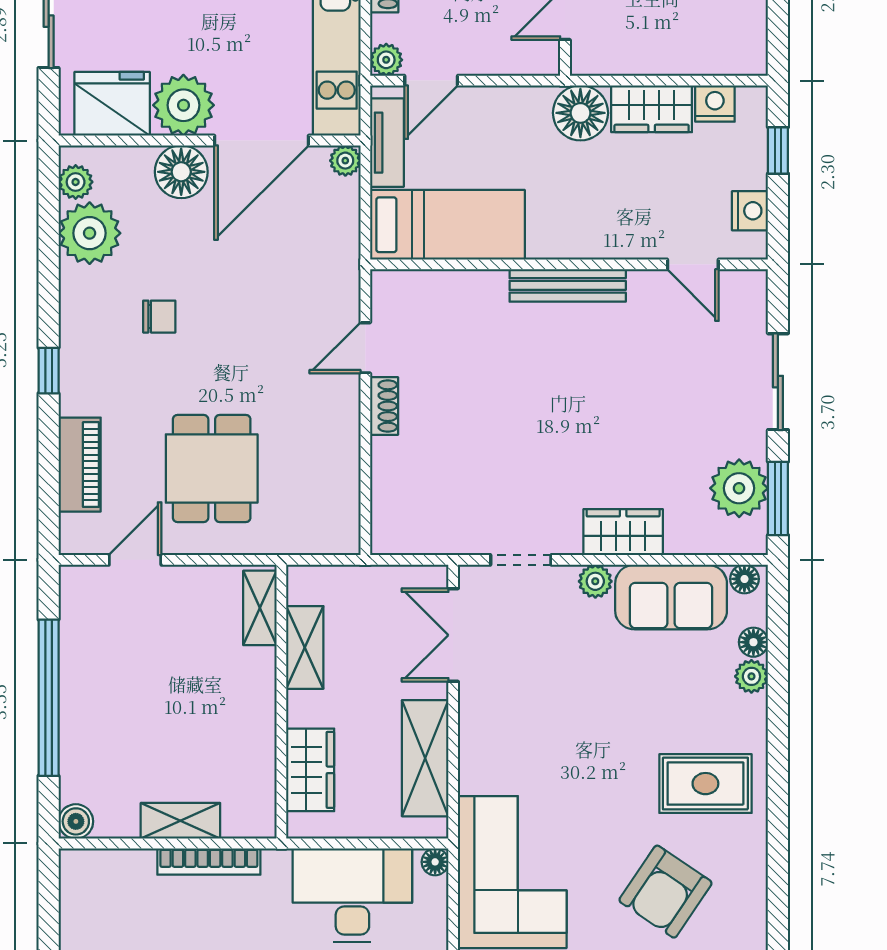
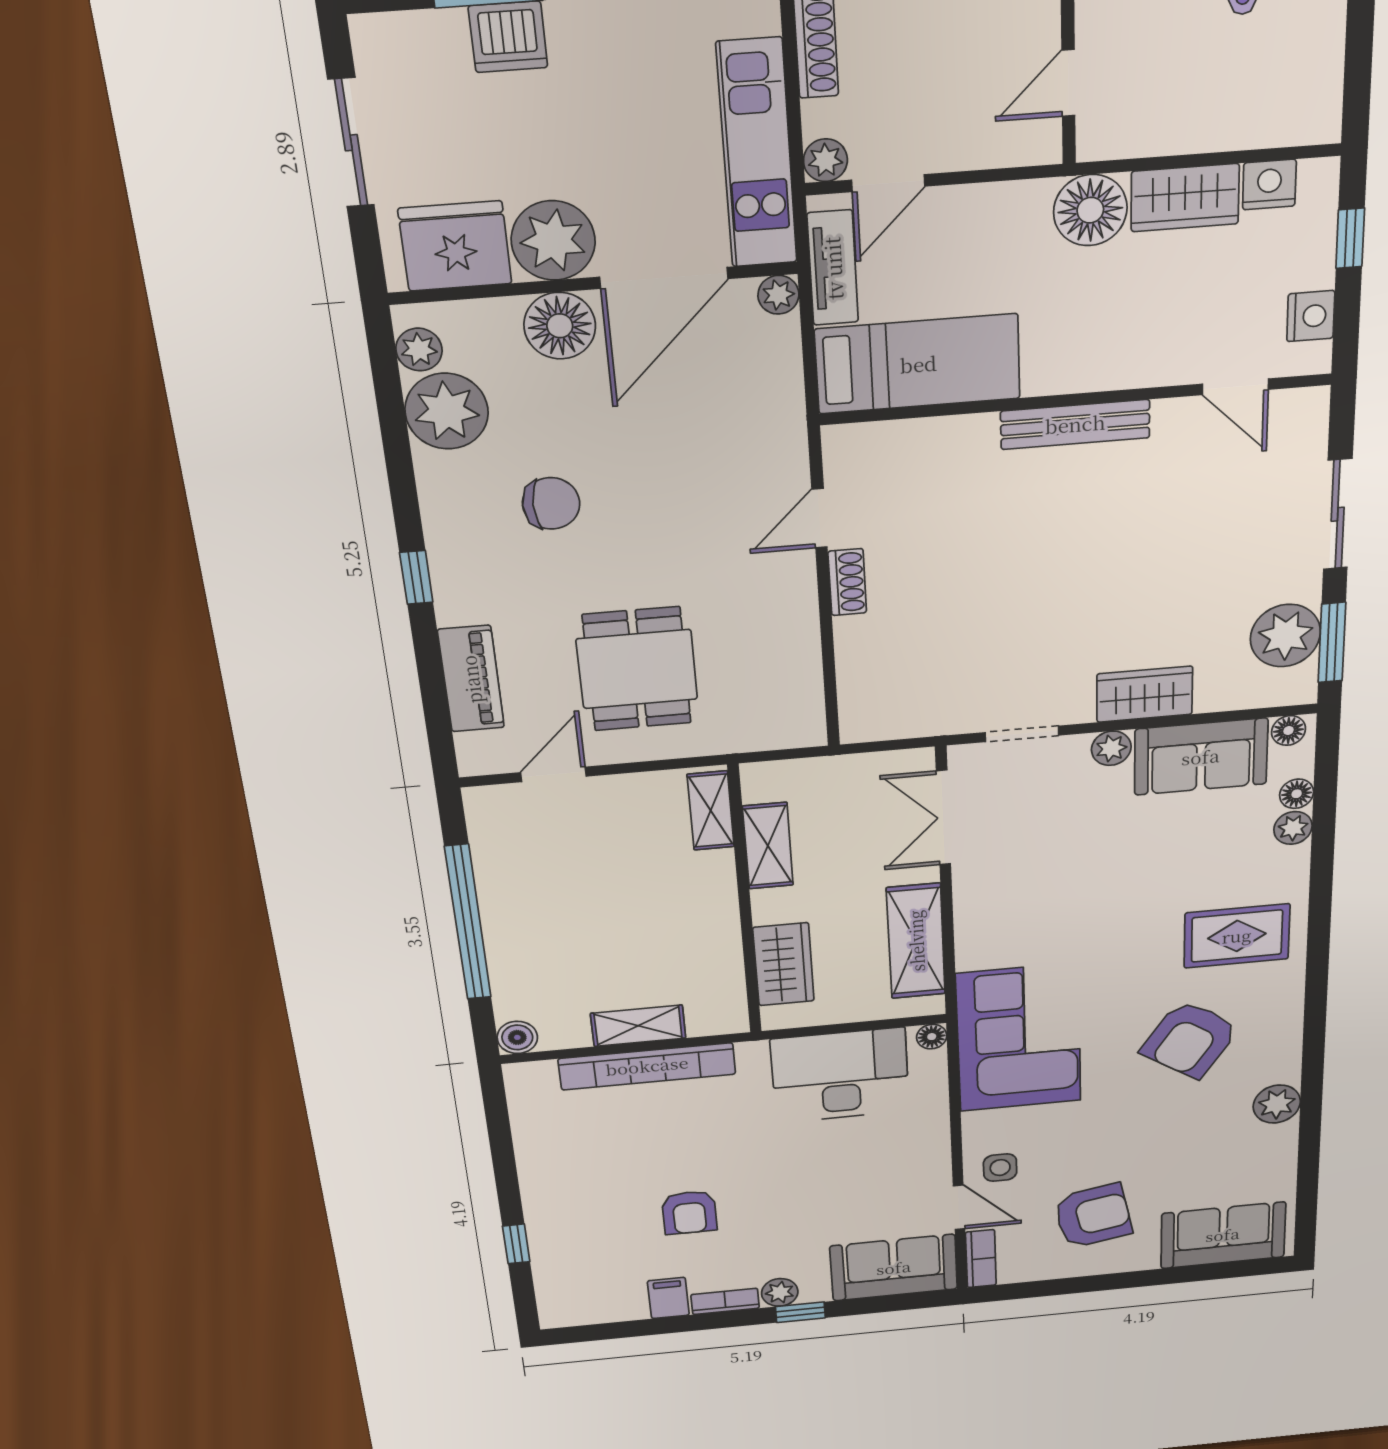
chair: (159, 317) -> (551, 503), width x1.37, depth x1.37
bookcase: (209, 861) -> (647, 1066), width x1.48, depth x1.31

